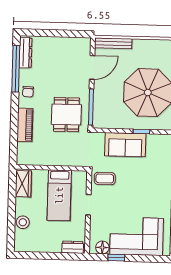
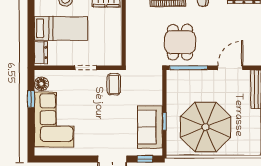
door: (92, 67) -> (230, 68), swing flipped
dining table: (66, 115) -> (180, 42), turned 90
sofa: (125, 145) -> (150, 127), moved
bed: (59, 195) -> (61, 28), moved, turned 180

